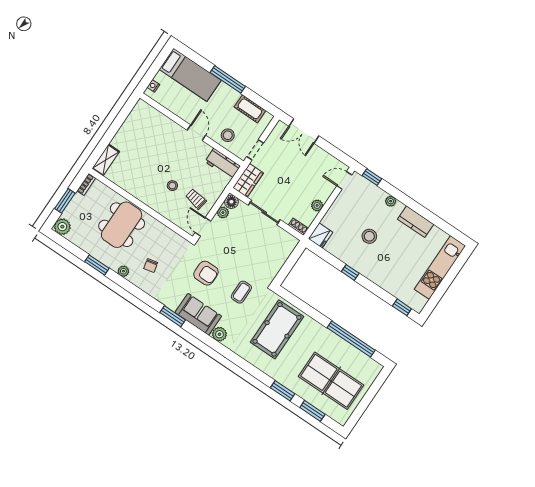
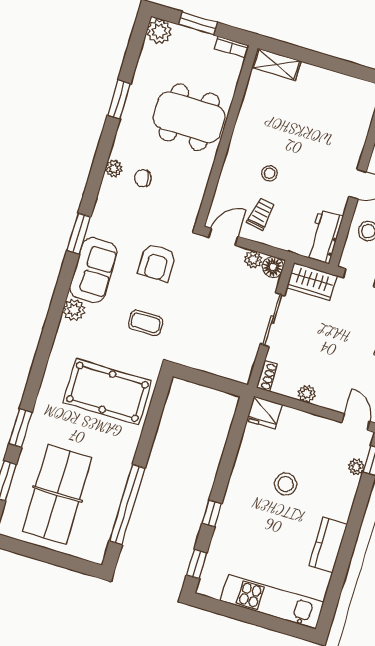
plant: (391, 201) -> (356, 467), moved
plant: (123, 271) -> (114, 169), moved
window: (350, 272) -> (212, 513), moved

